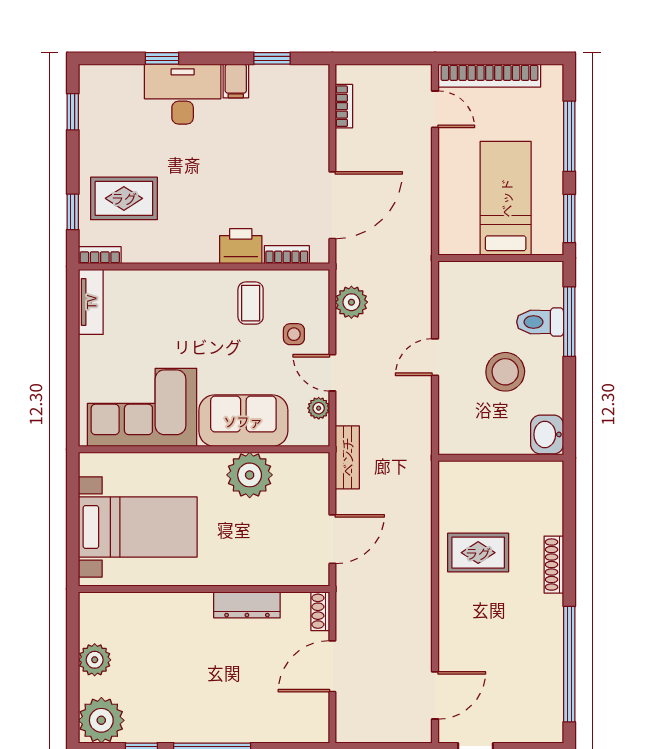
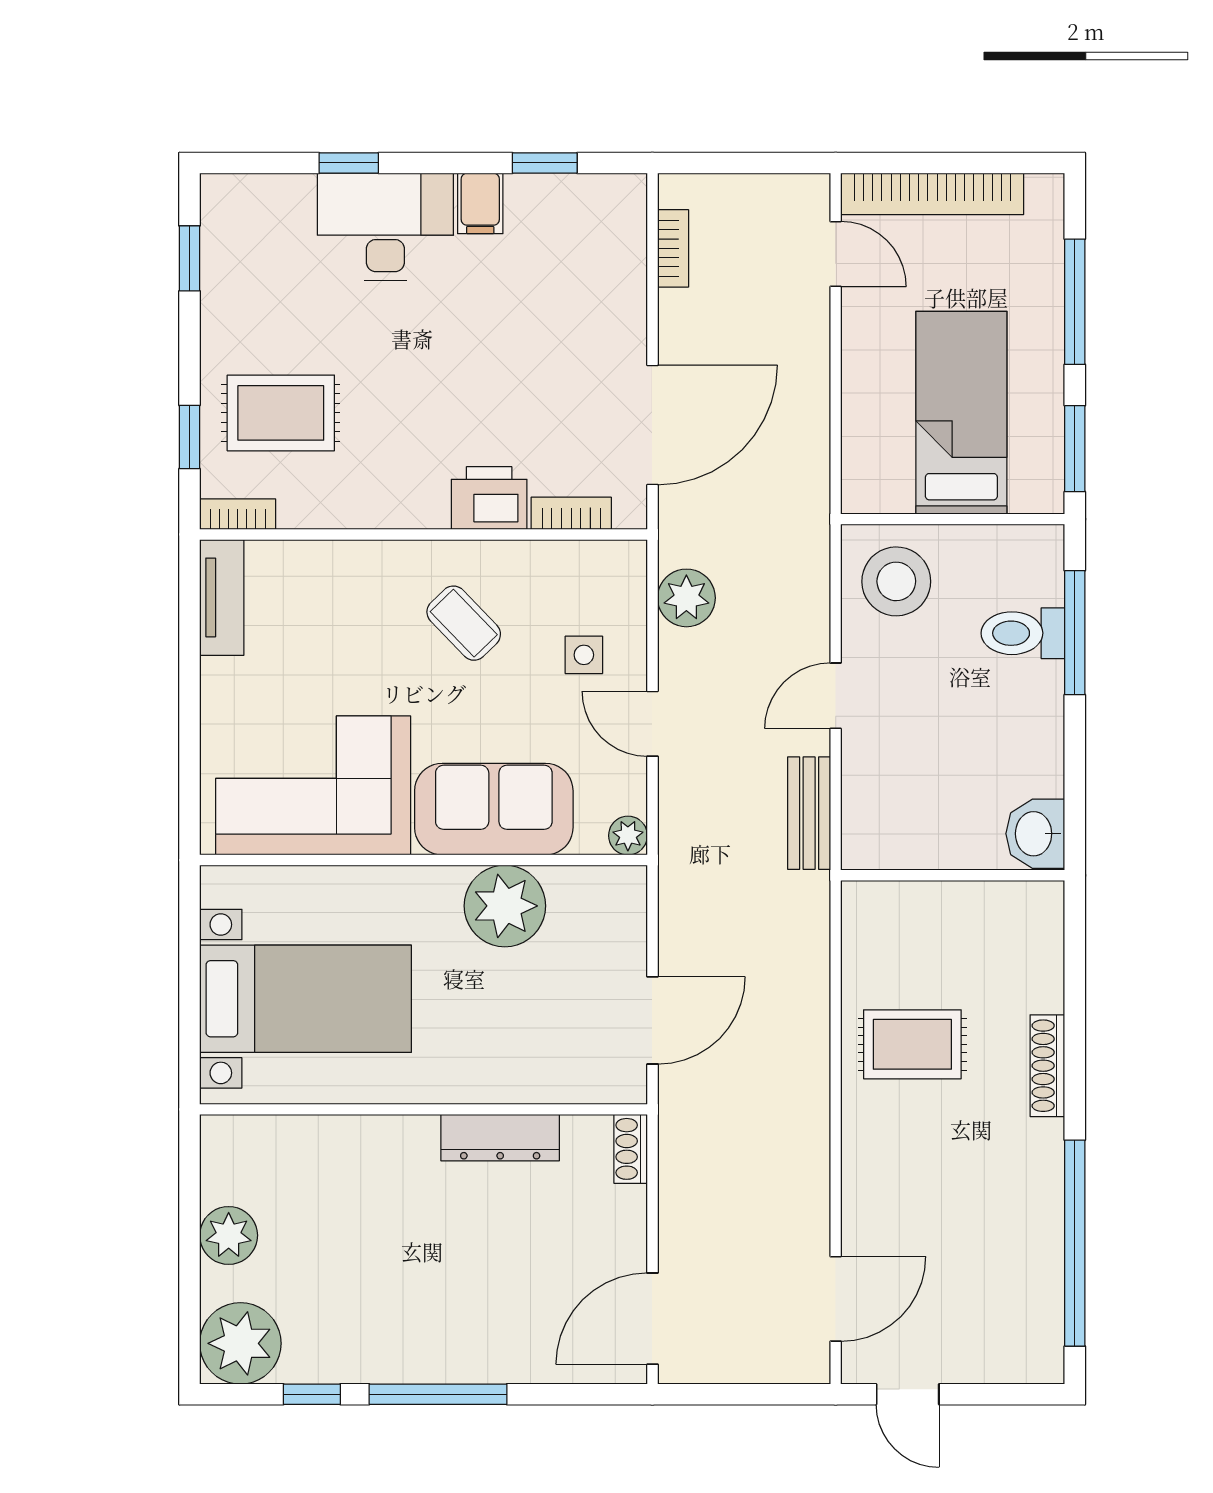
coffee table: (251, 303) -> (464, 623), moved, turned -44
stool: (505, 372) -> (896, 581), moved
plant: (319, 408) -> (628, 836), moved
bench: (347, 457) -> (809, 813), moved
door: (332, 666) -> (652, 1319), moved

